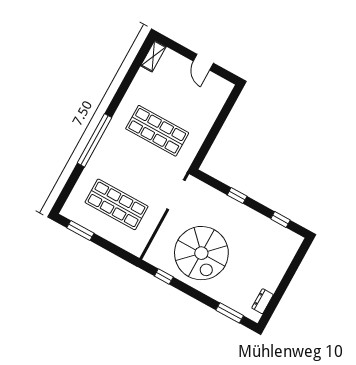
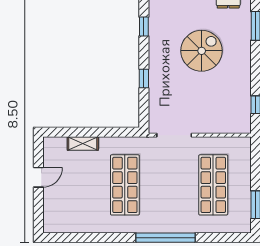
shelving: (153, 56) -> (83, 144), moved
spiral stairs: (201, 253) -> (202, 51), moved, width x0.73, depth x0.73

